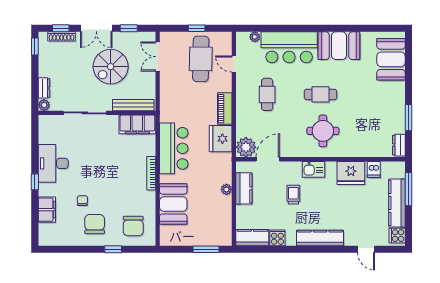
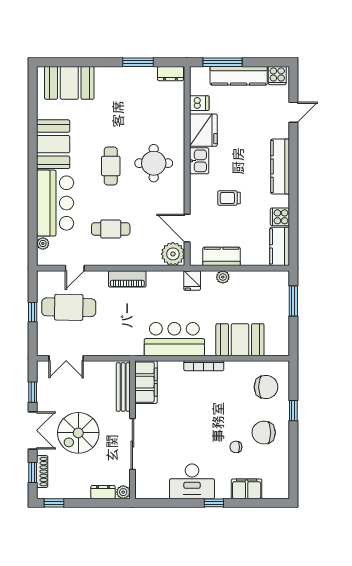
spiral stairs: (111, 67) -> (78, 433), moved, turned 90
fridge: (221, 139) -> (192, 280), moved, width x0.53, depth x0.75
kitchen sink: (314, 169) -> (199, 161), moved

